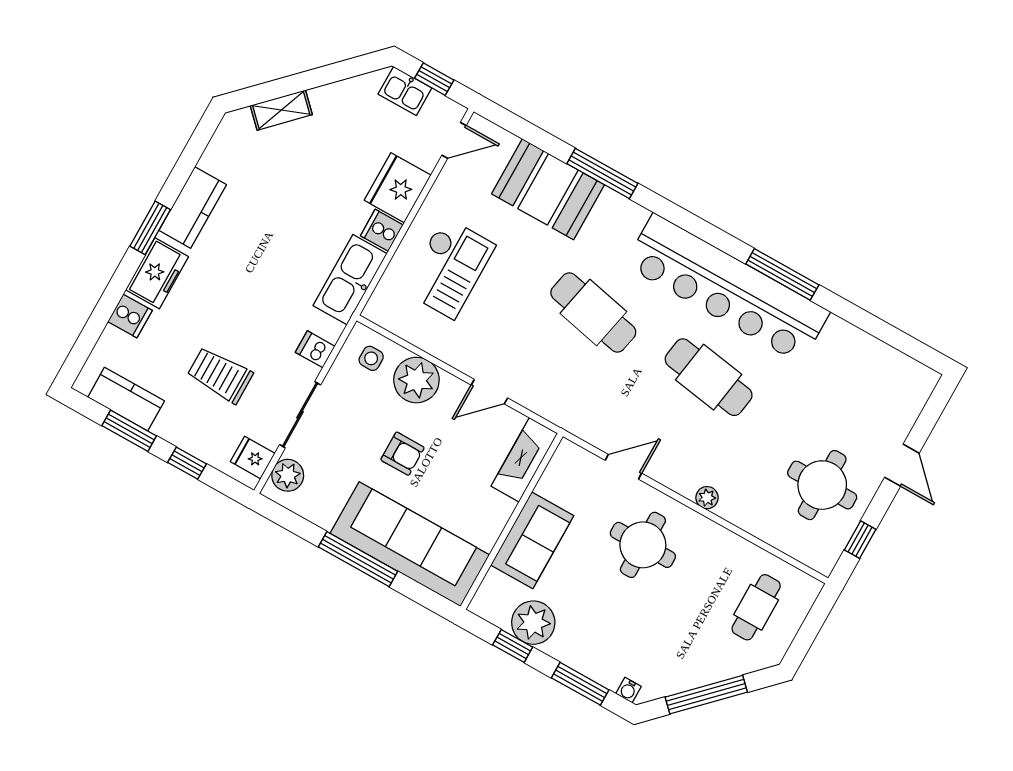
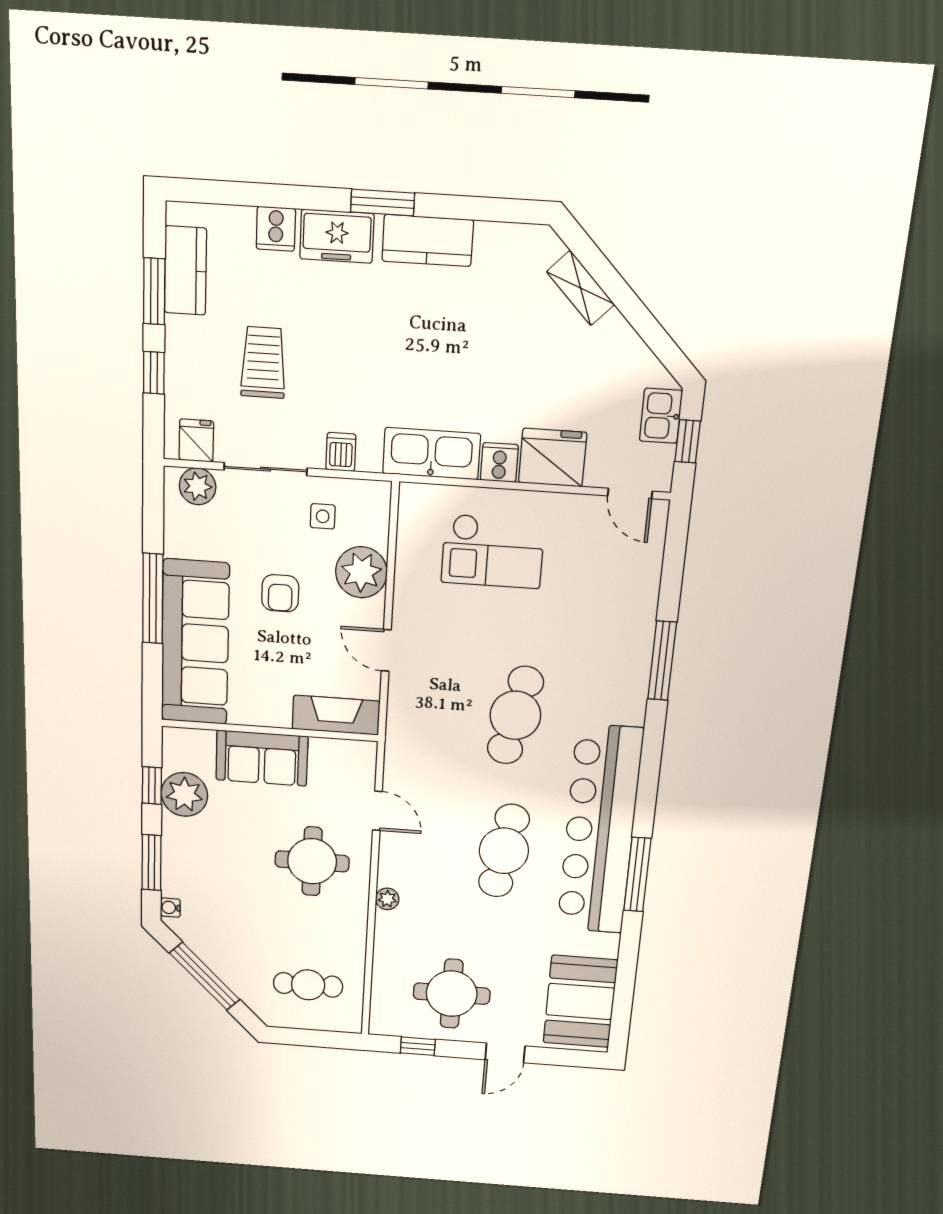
booth: (548, 189) -> (580, 1002), moved
side table: (371, 358) -> (323, 516), moved

